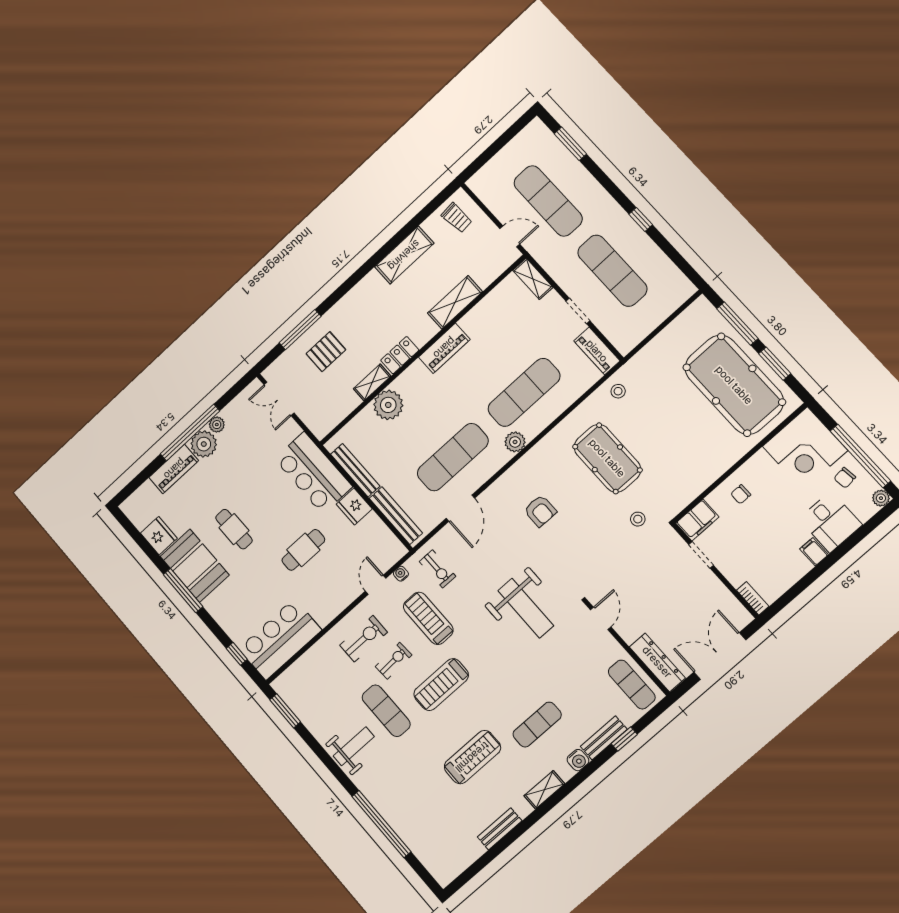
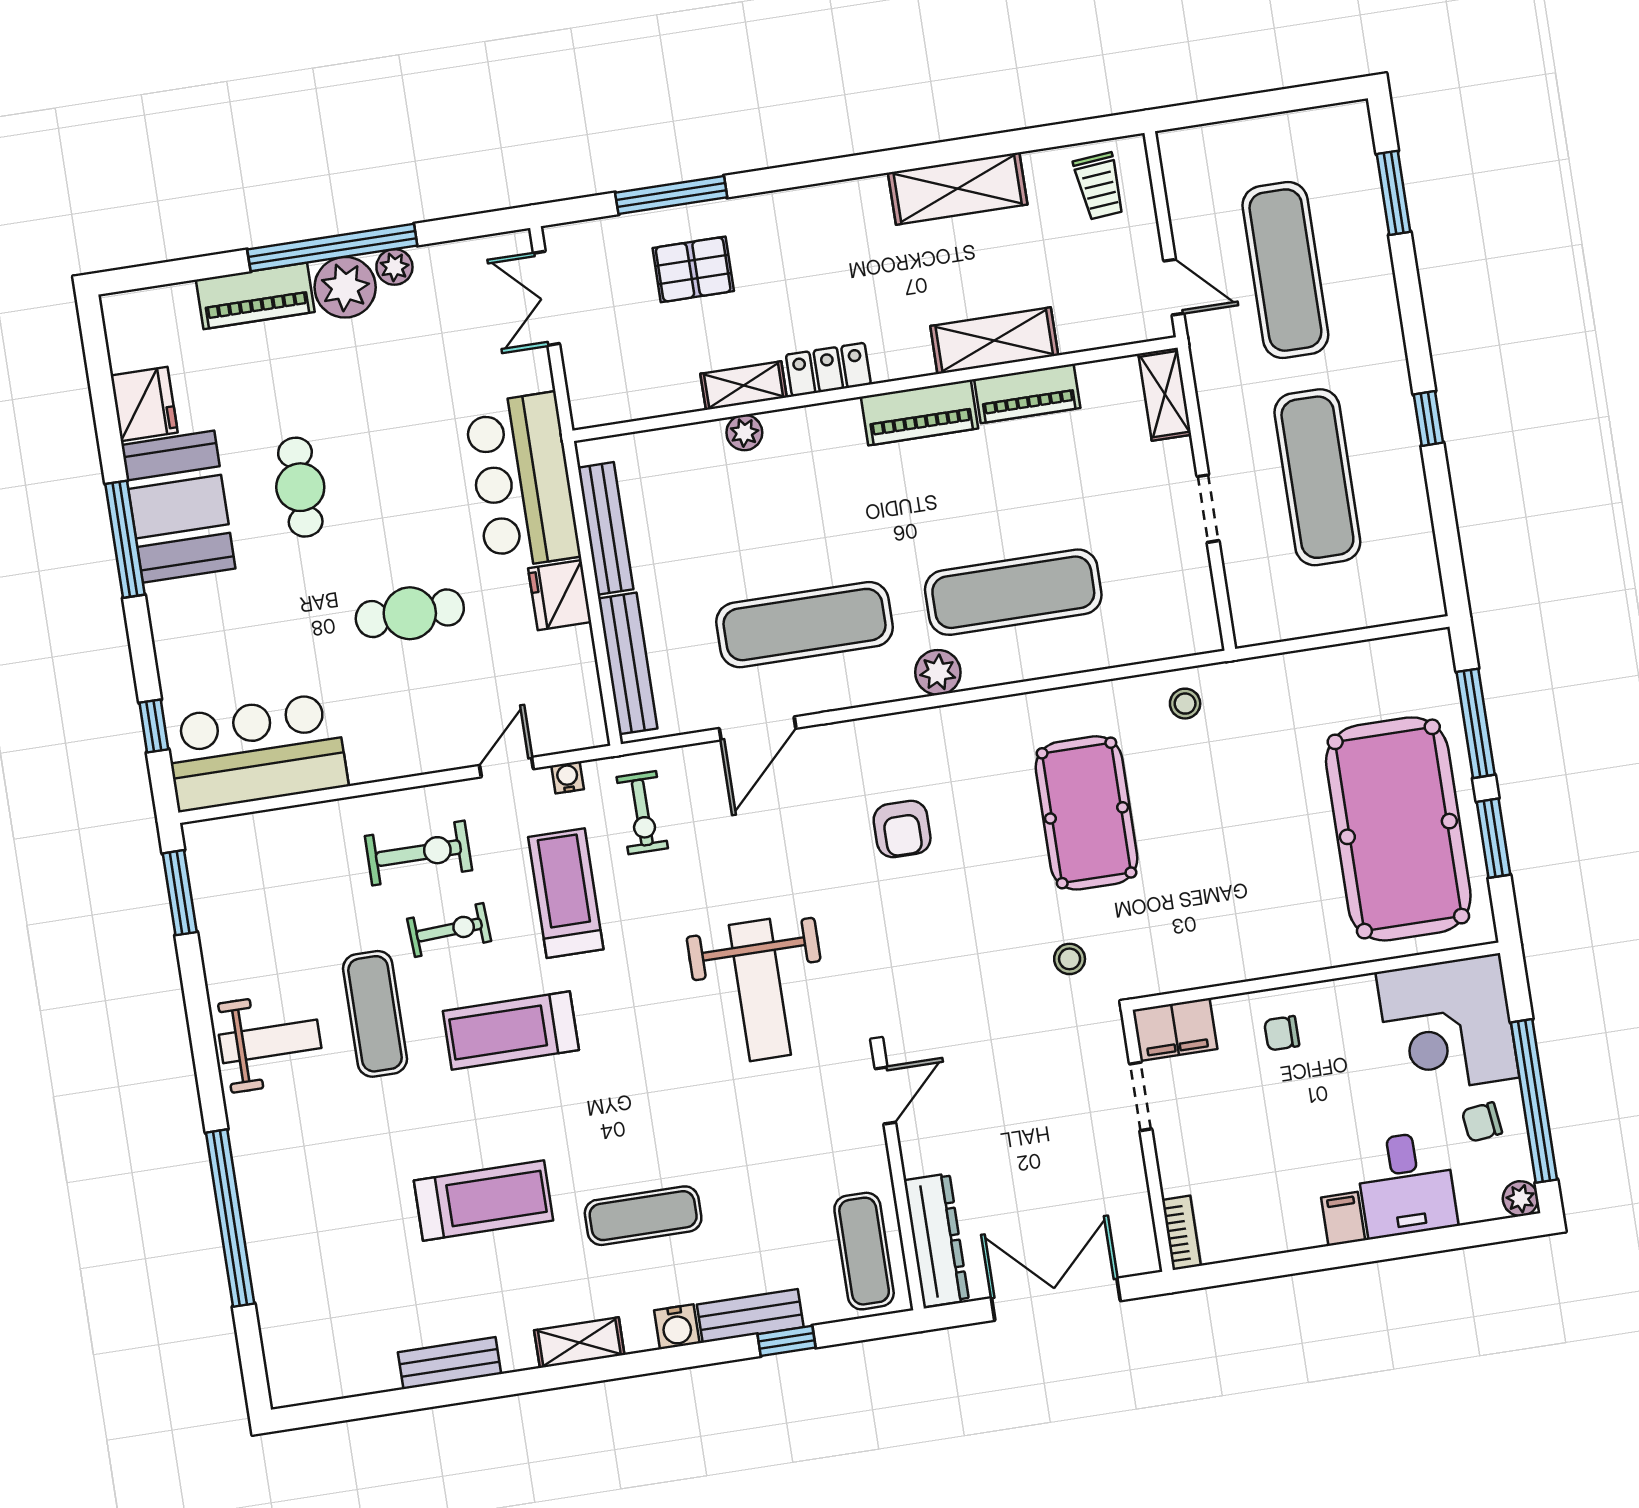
piano: (597, 351) -> (1027, 394), moved, turned -90
plant: (388, 405) -> (744, 433), width x0.53, depth x0.53

